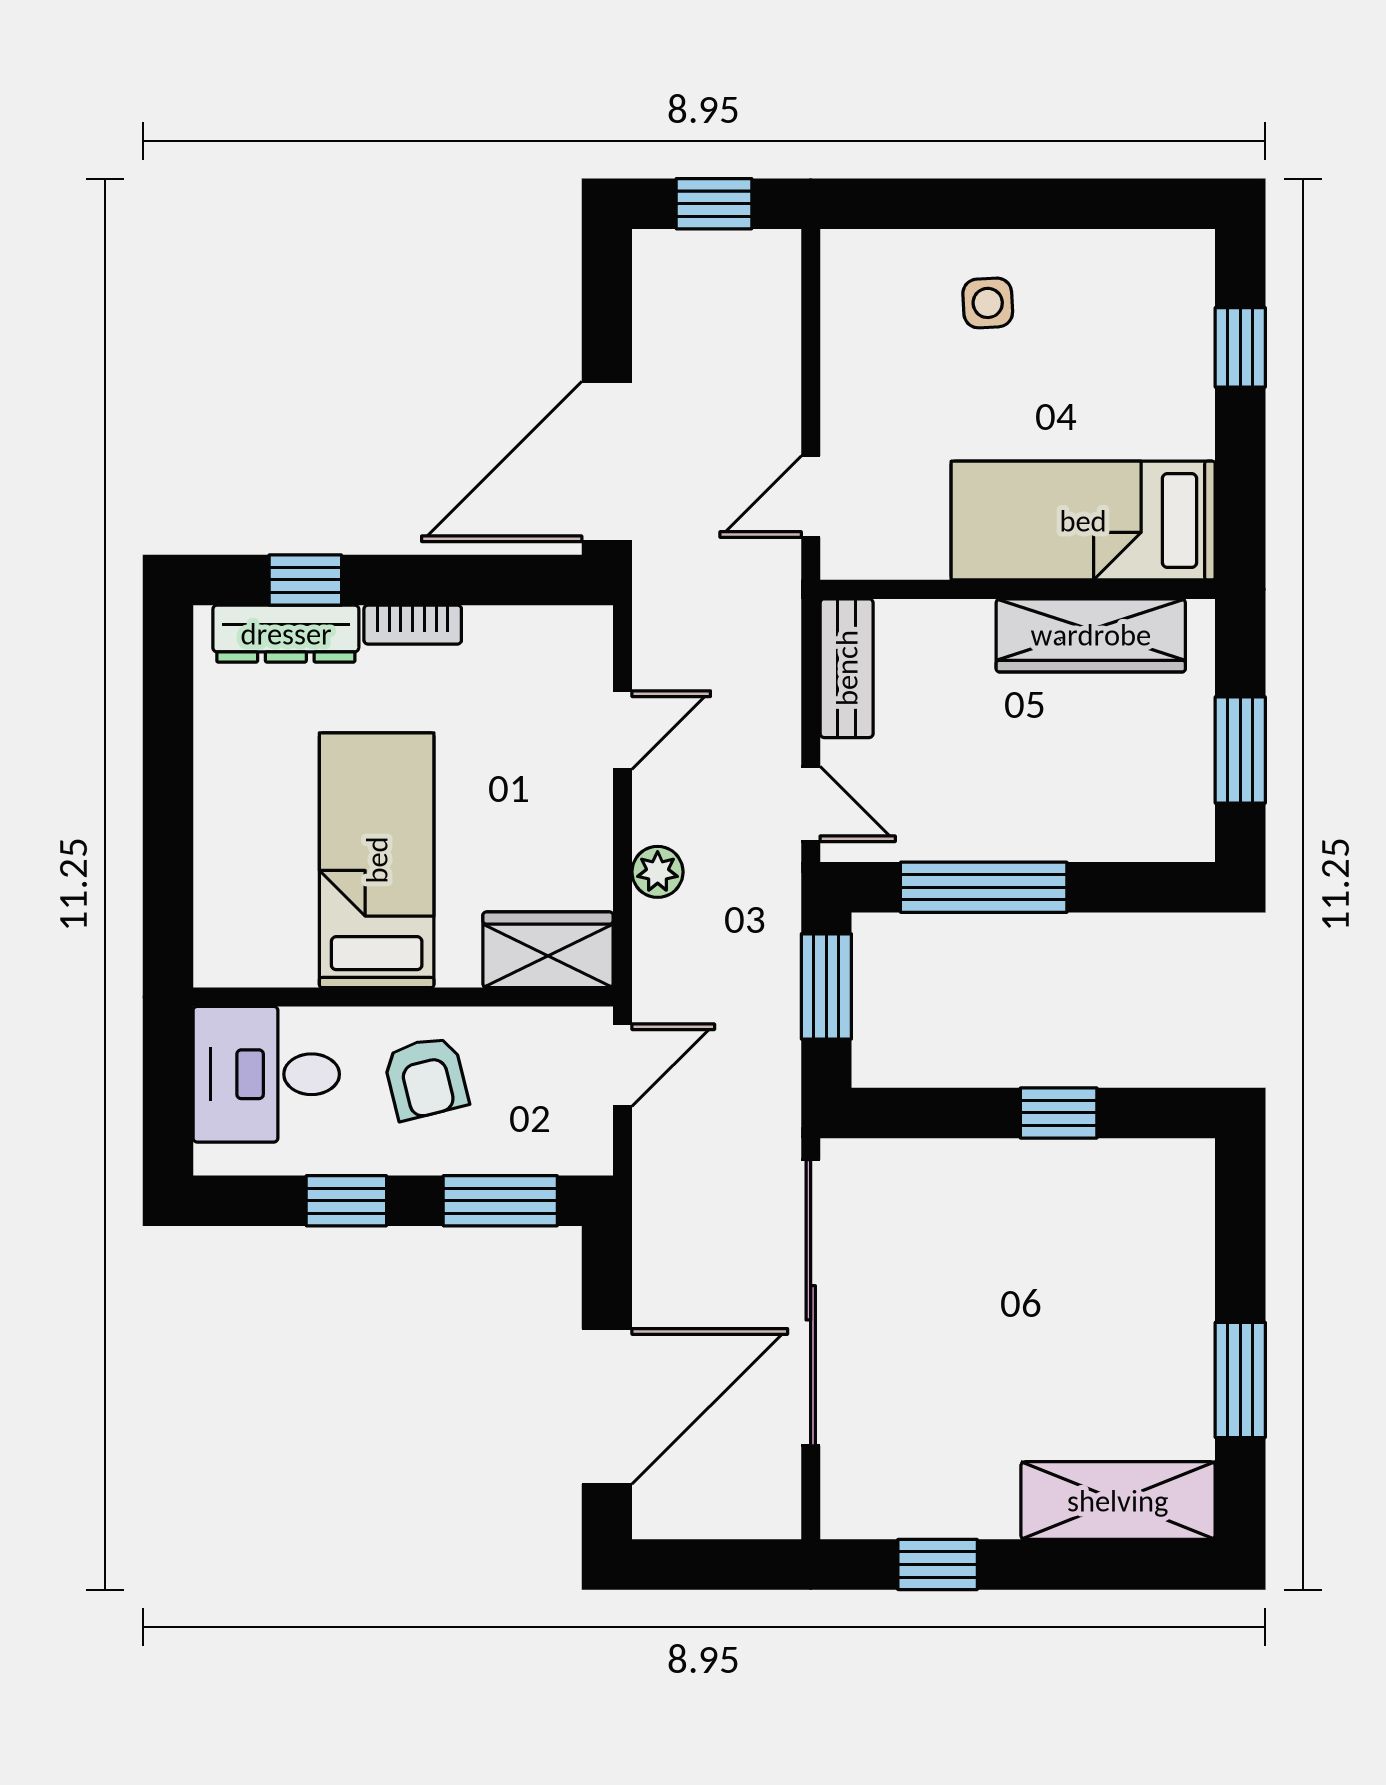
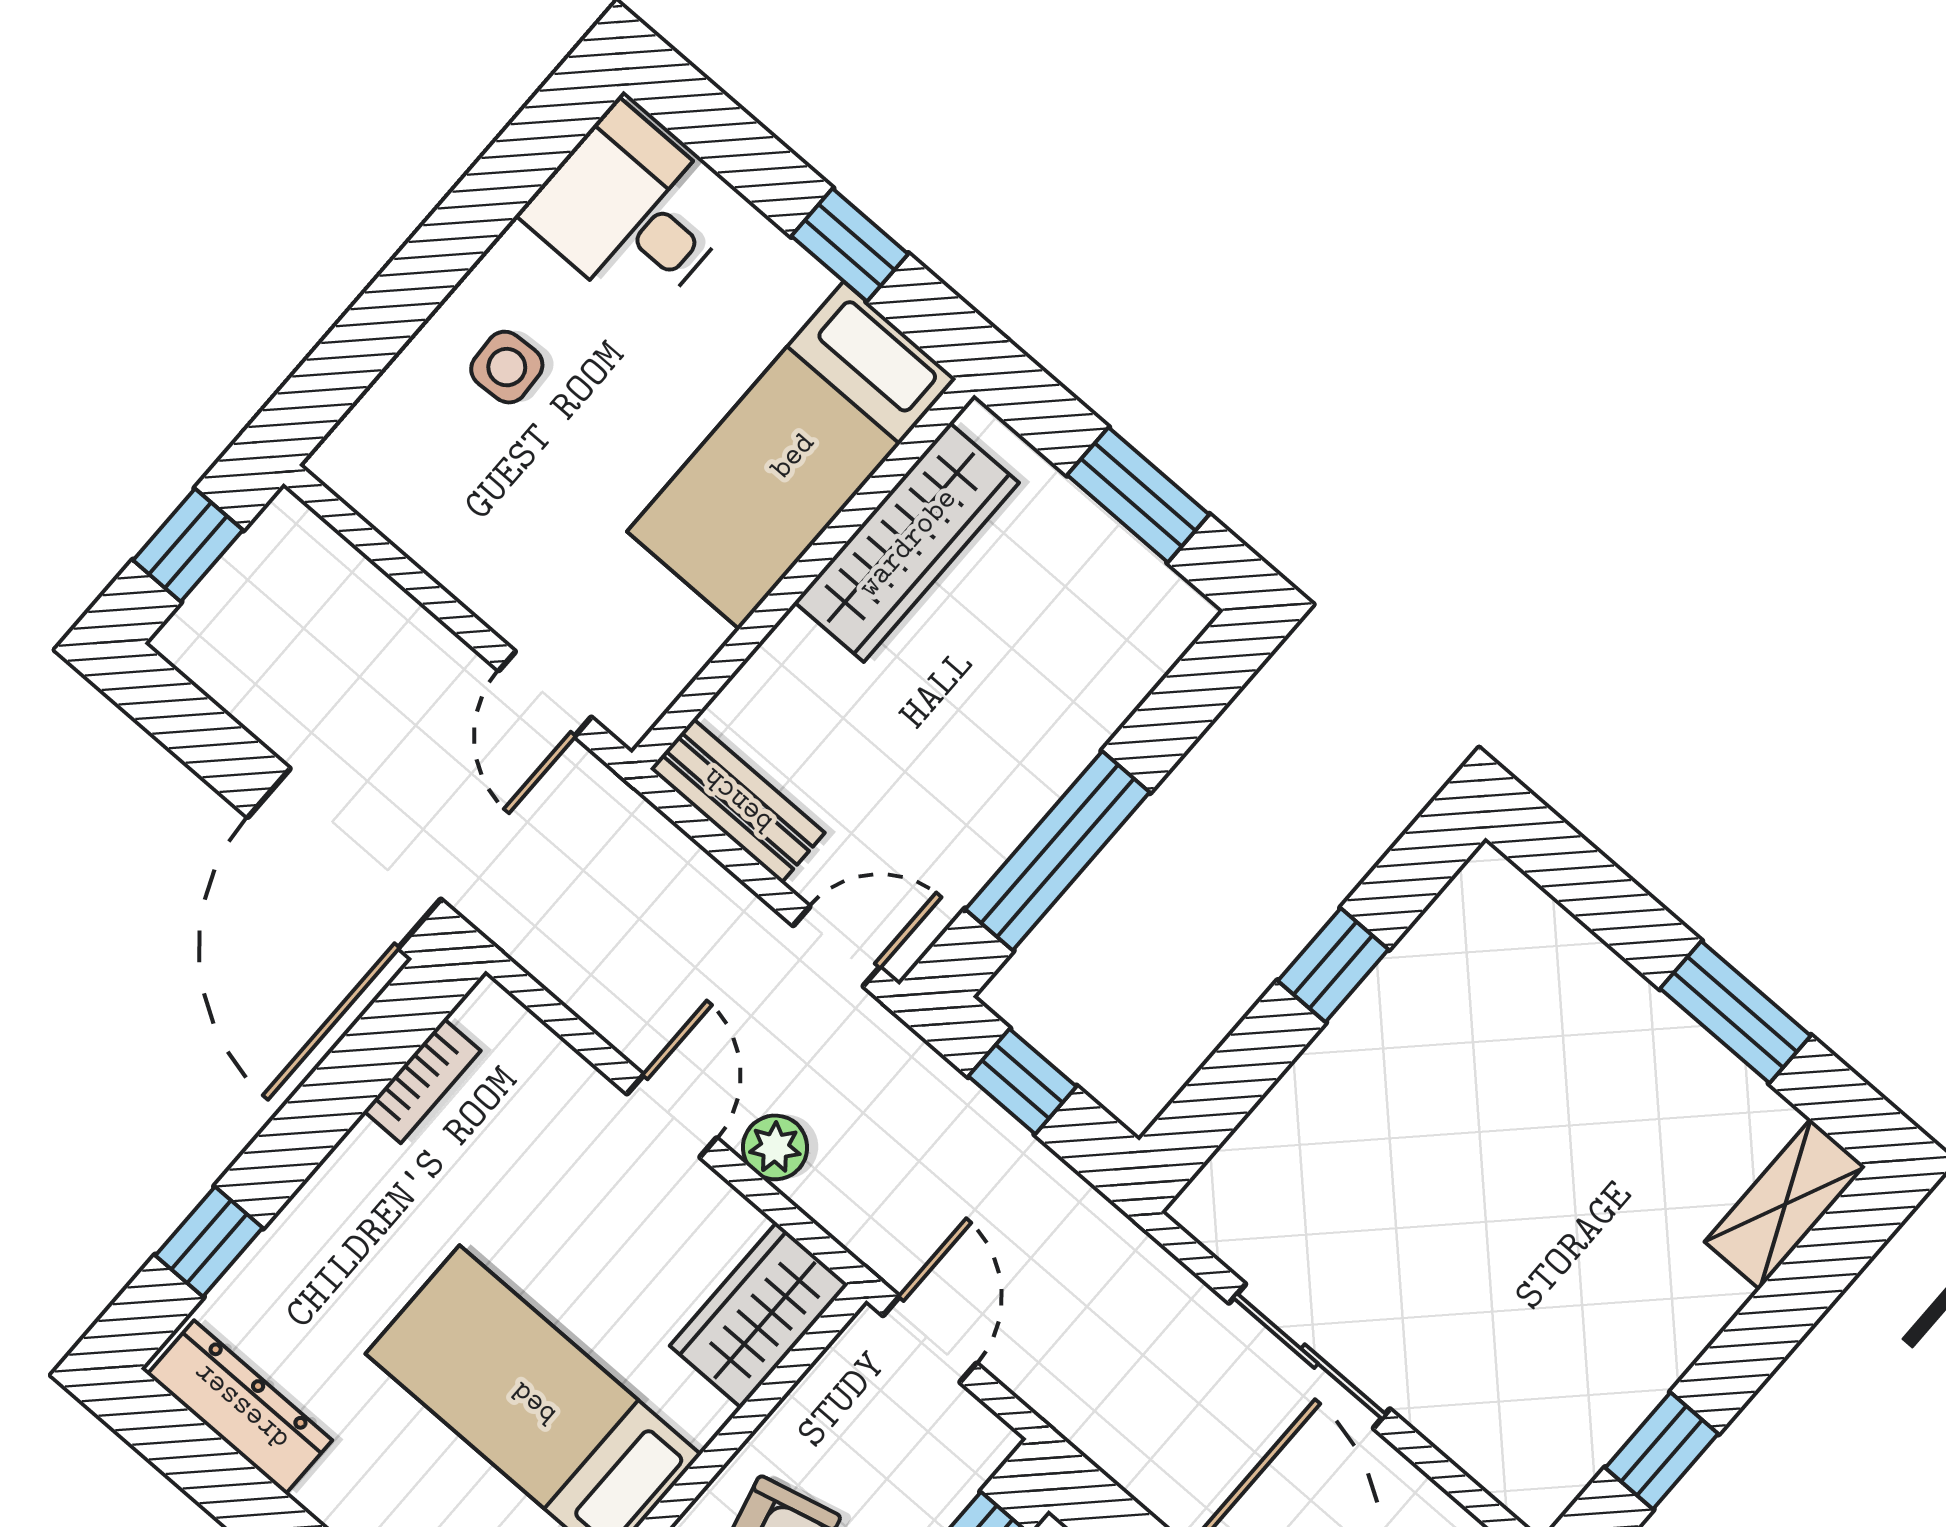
desk: (1146, 297) -> (631, 212), added
window: (1240, 347) -> (850, 245), moved
bookcase: (413, 625) -> (422, 1081), moved
dresser: (286, 634) -> (240, 1407), moved, turned -90
door: (623, 730) -> (672, 1116), moved
window: (826, 986) -> (1022, 1081), width x0.67
sliding door: (811, 1303) -> (1309, 1356), width x0.54
shelving: (1118, 1501) -> (1785, 1204), width x0.67, depth x0.75

